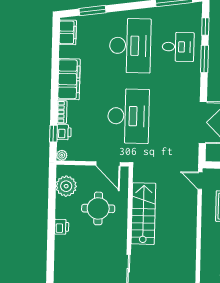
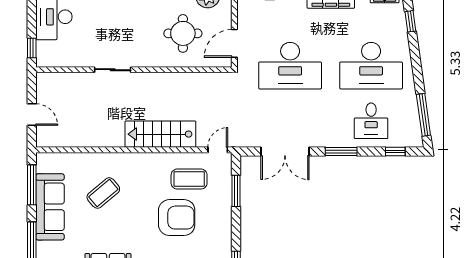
window: (92, 11) -> (410, 21), width x0.67
window: (204, 59) -> (341, 151), moved
stairs: (143, 214) -> (160, 134), moved, turned 180

